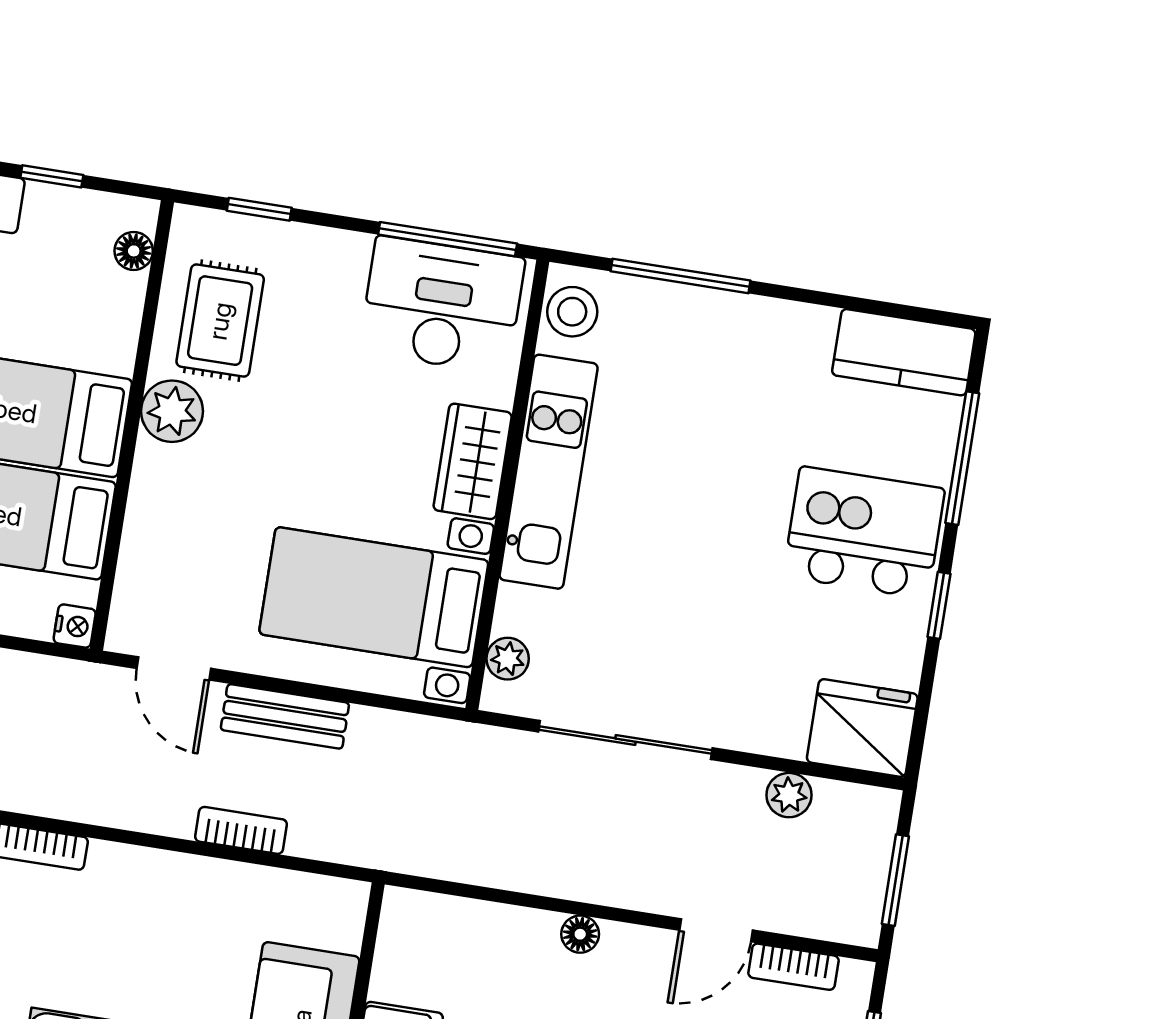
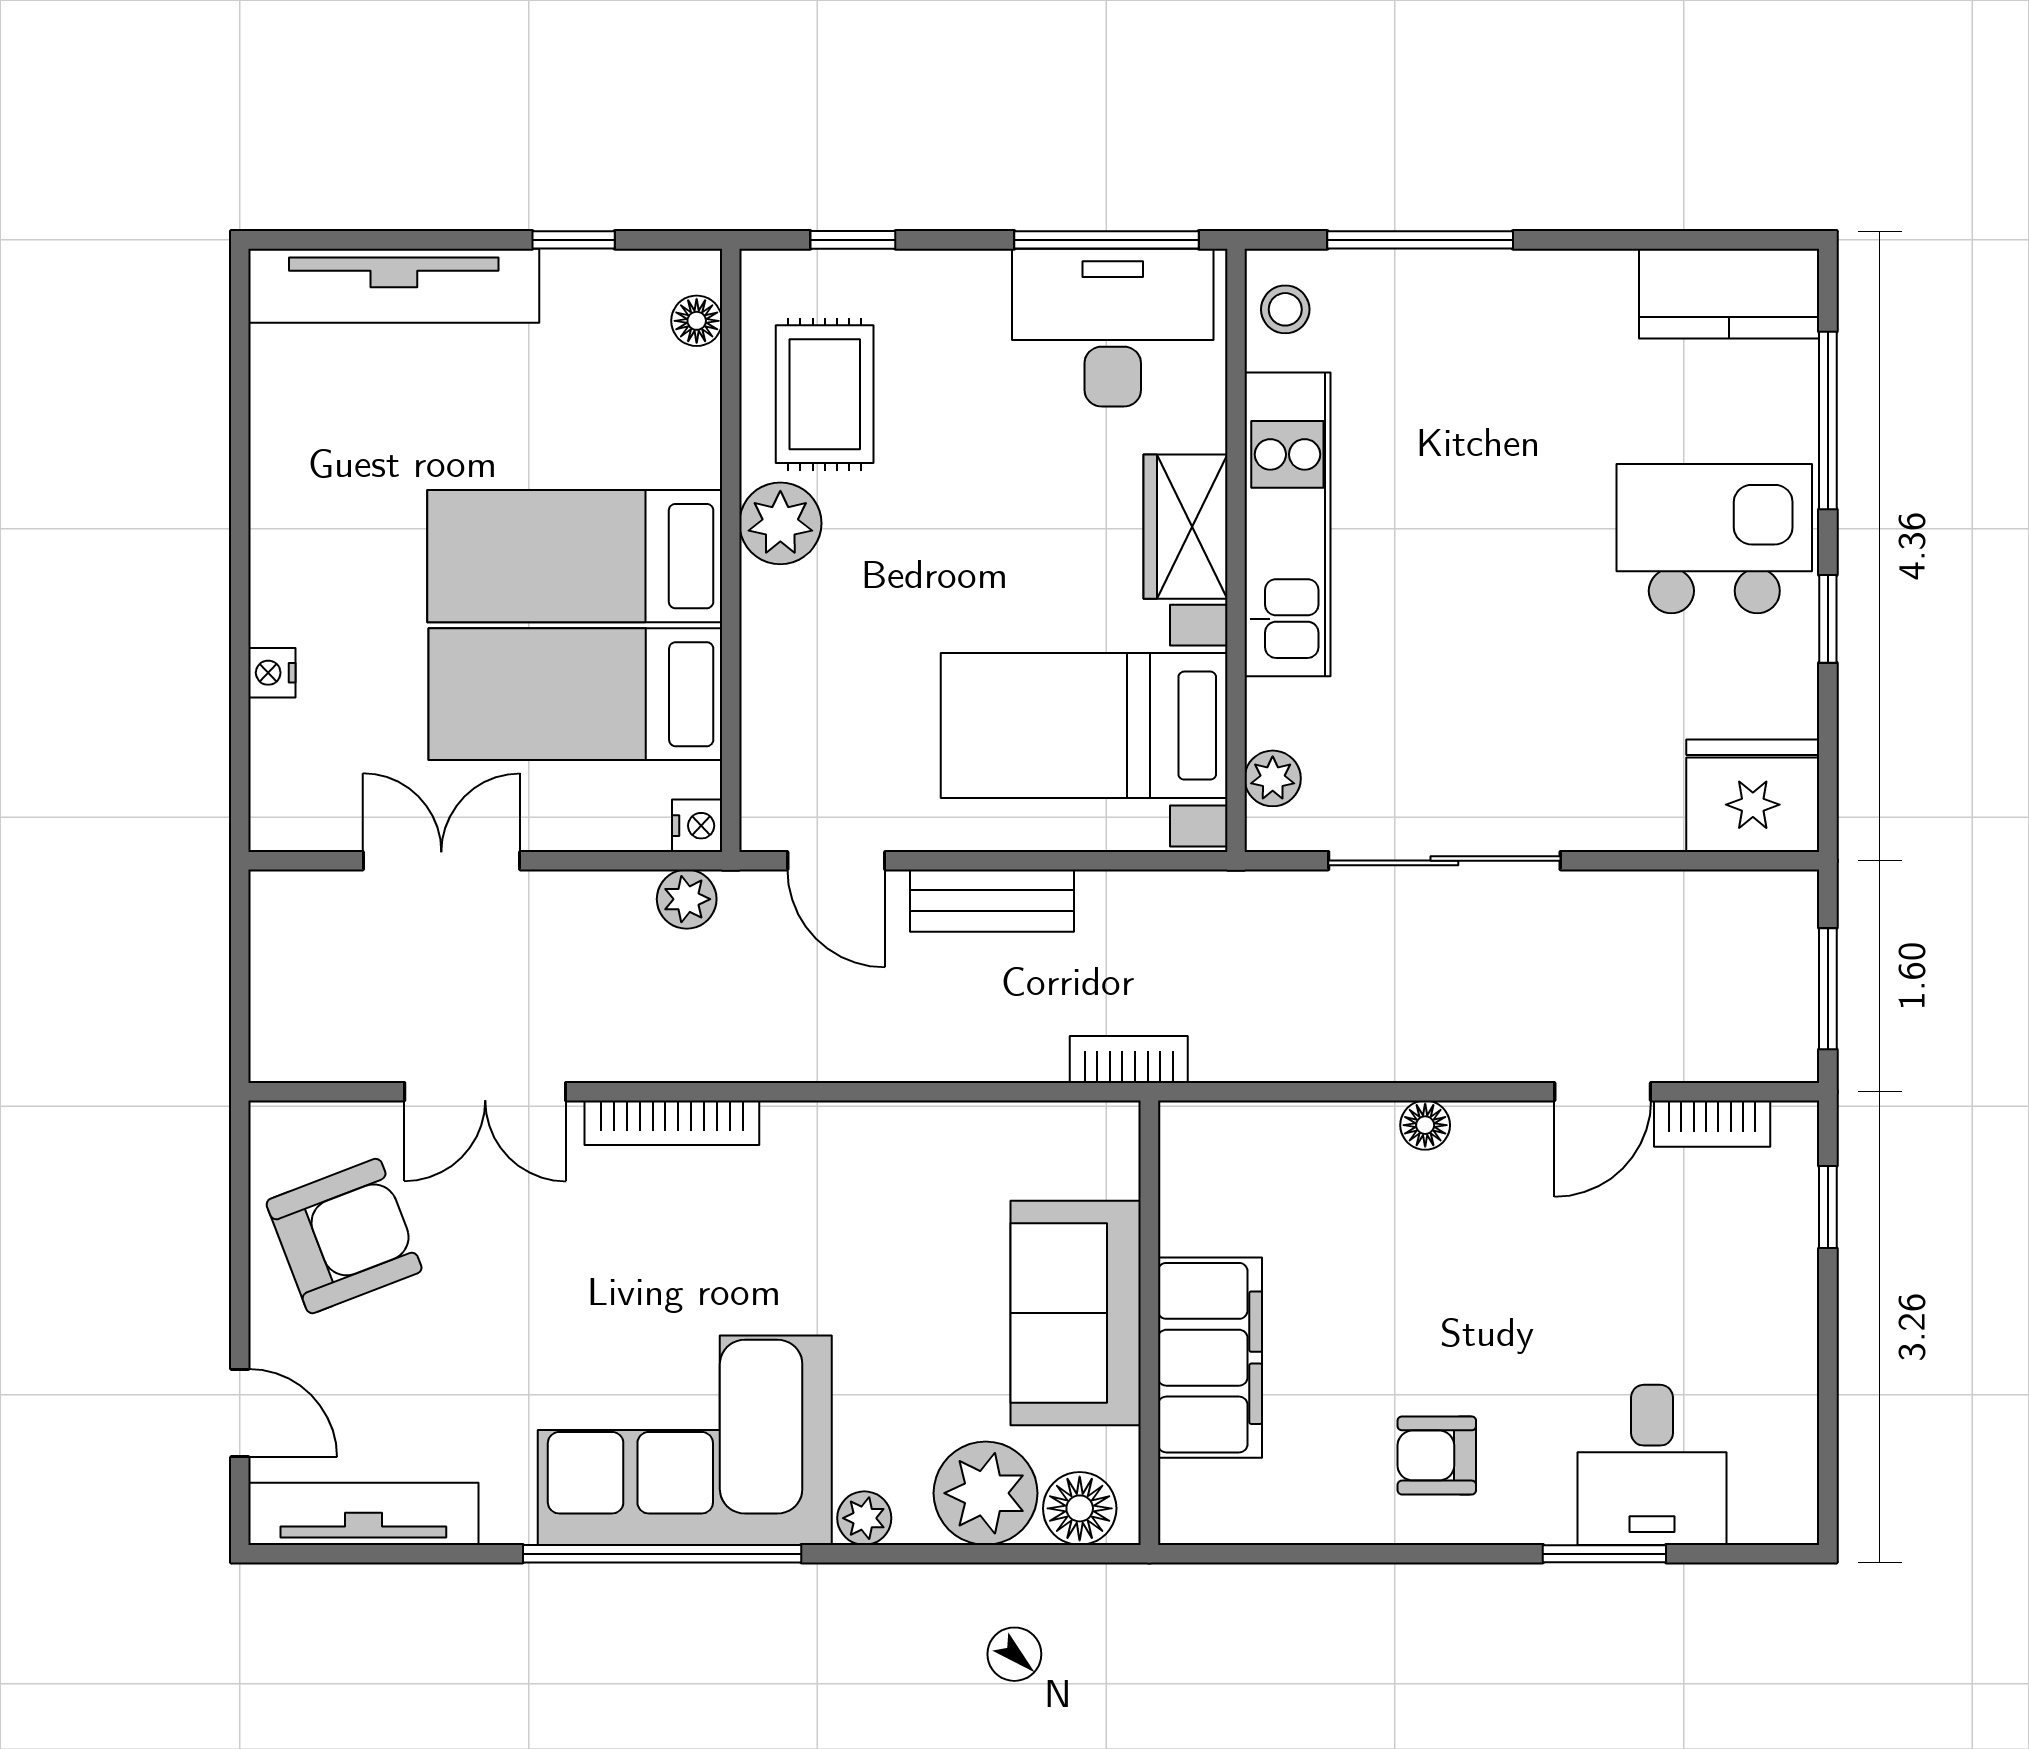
stool: (572, 312) -> (1285, 309), width x0.73, depth x0.73
plant: (789, 795) -> (687, 899), moved
bookcase: (241, 830) -> (1129, 1059), moved

